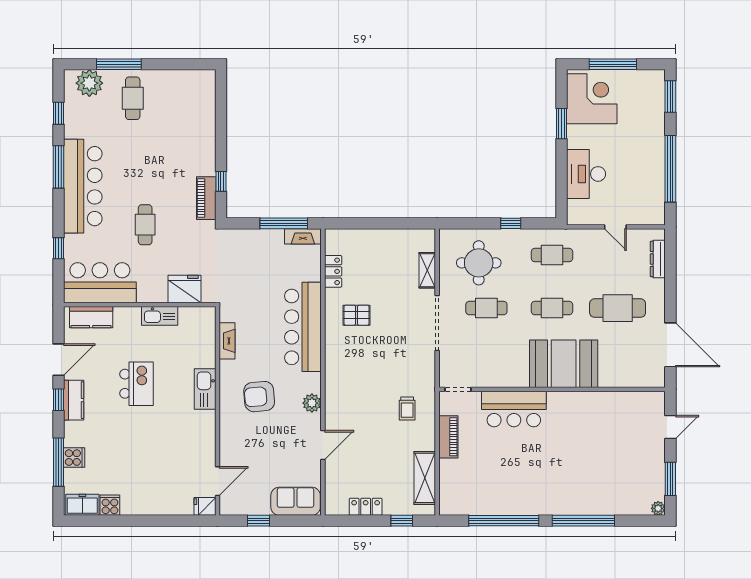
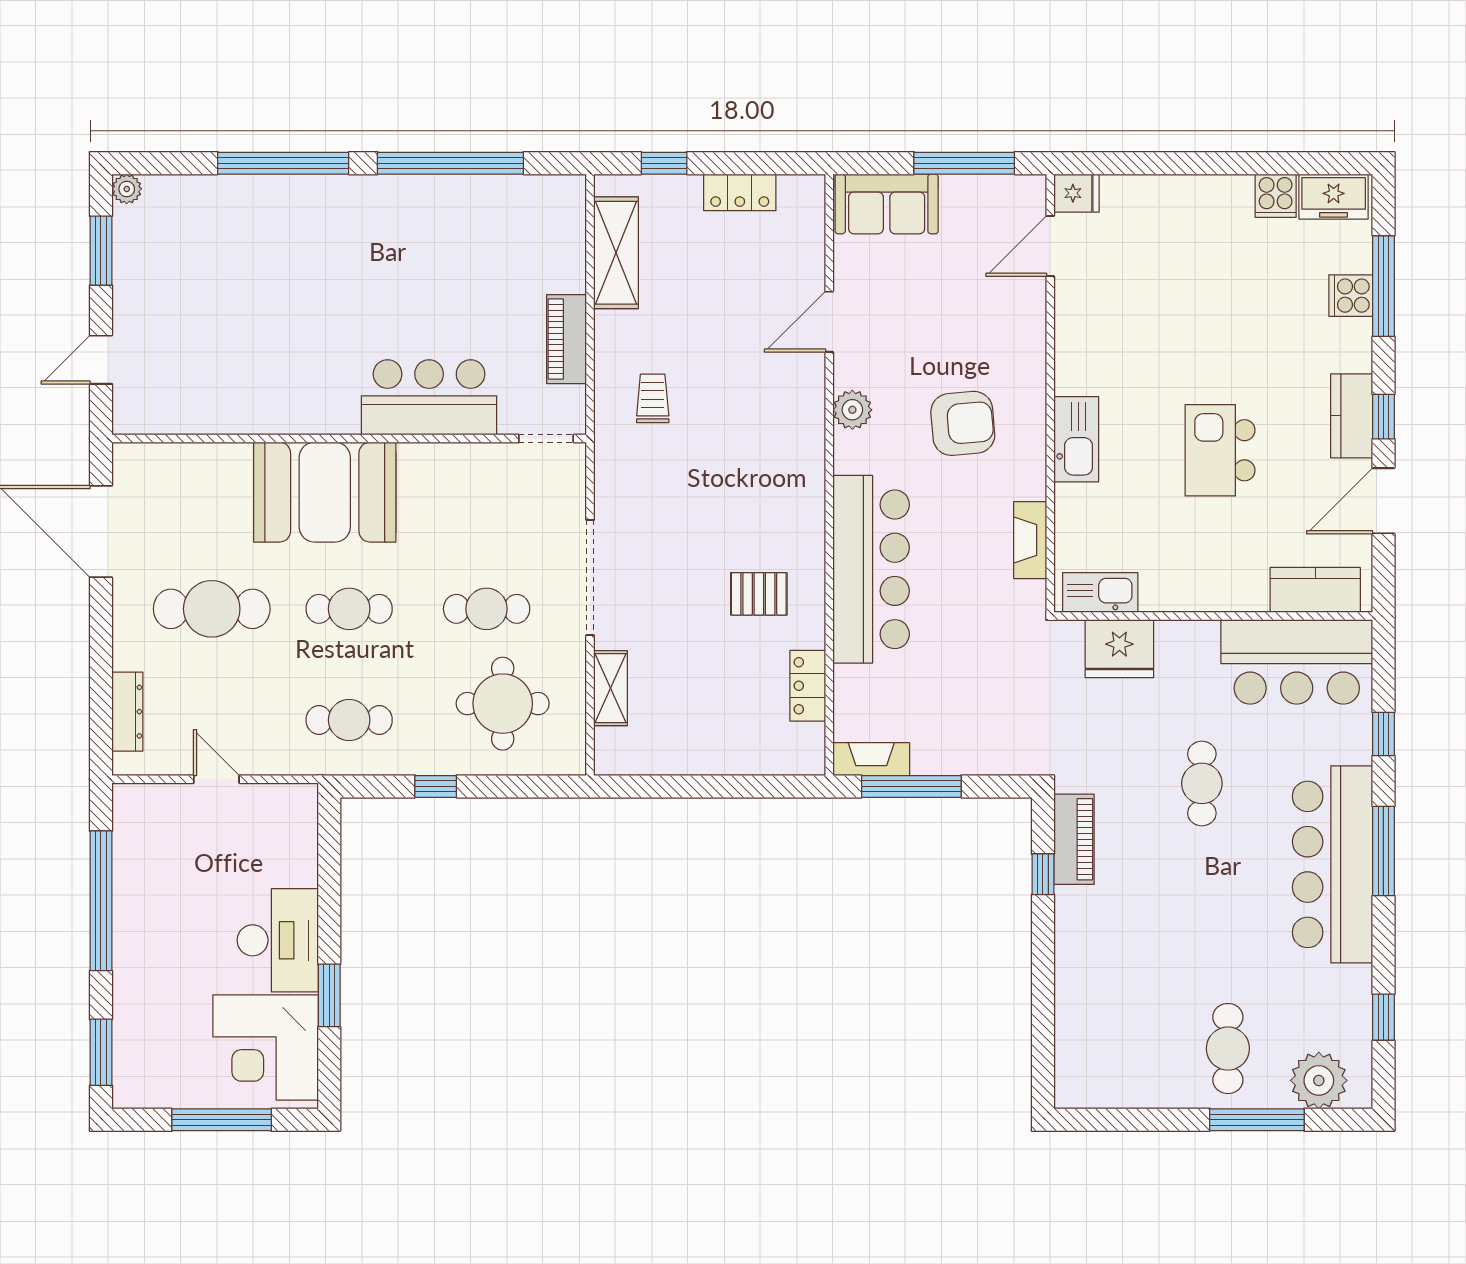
window: (58, 167) -> (1383, 851), moved
desk: (586, 174) -> (278, 940), moved
kitchen sink: (160, 316) -> (1100, 593), moved
window: (259, 521) -> (964, 163), width x2.17

